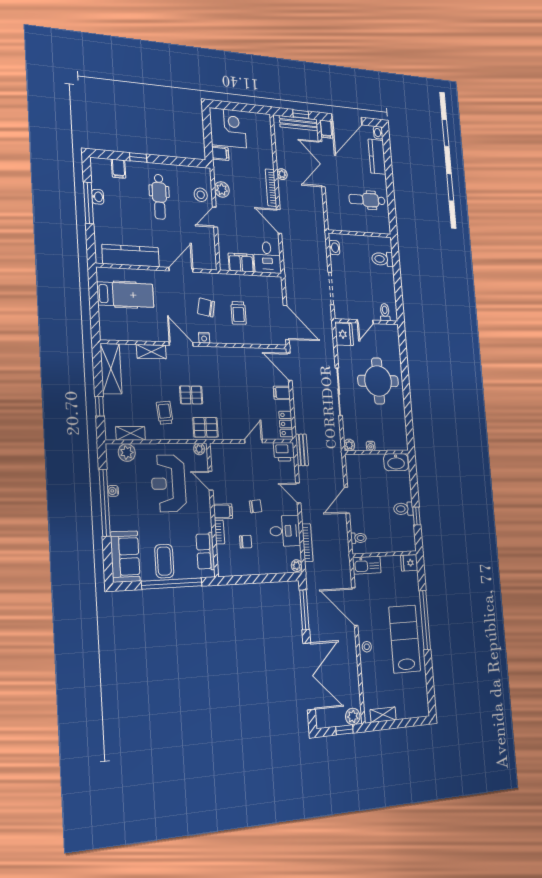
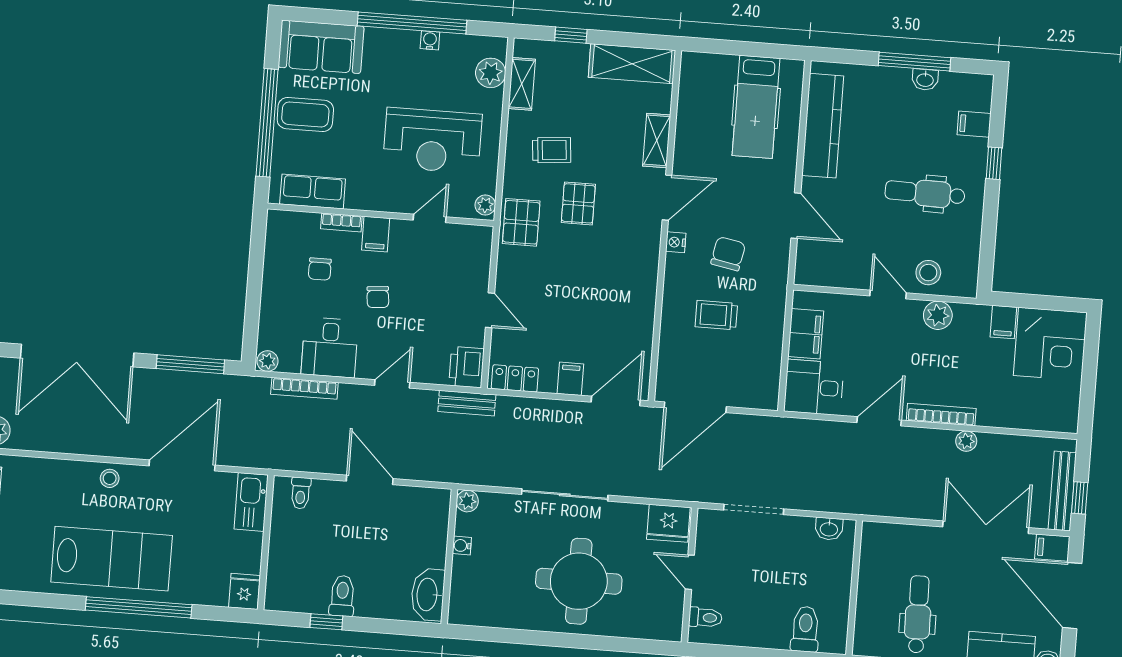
reception desk: (169, 483) -> (433, 140), turned 180

